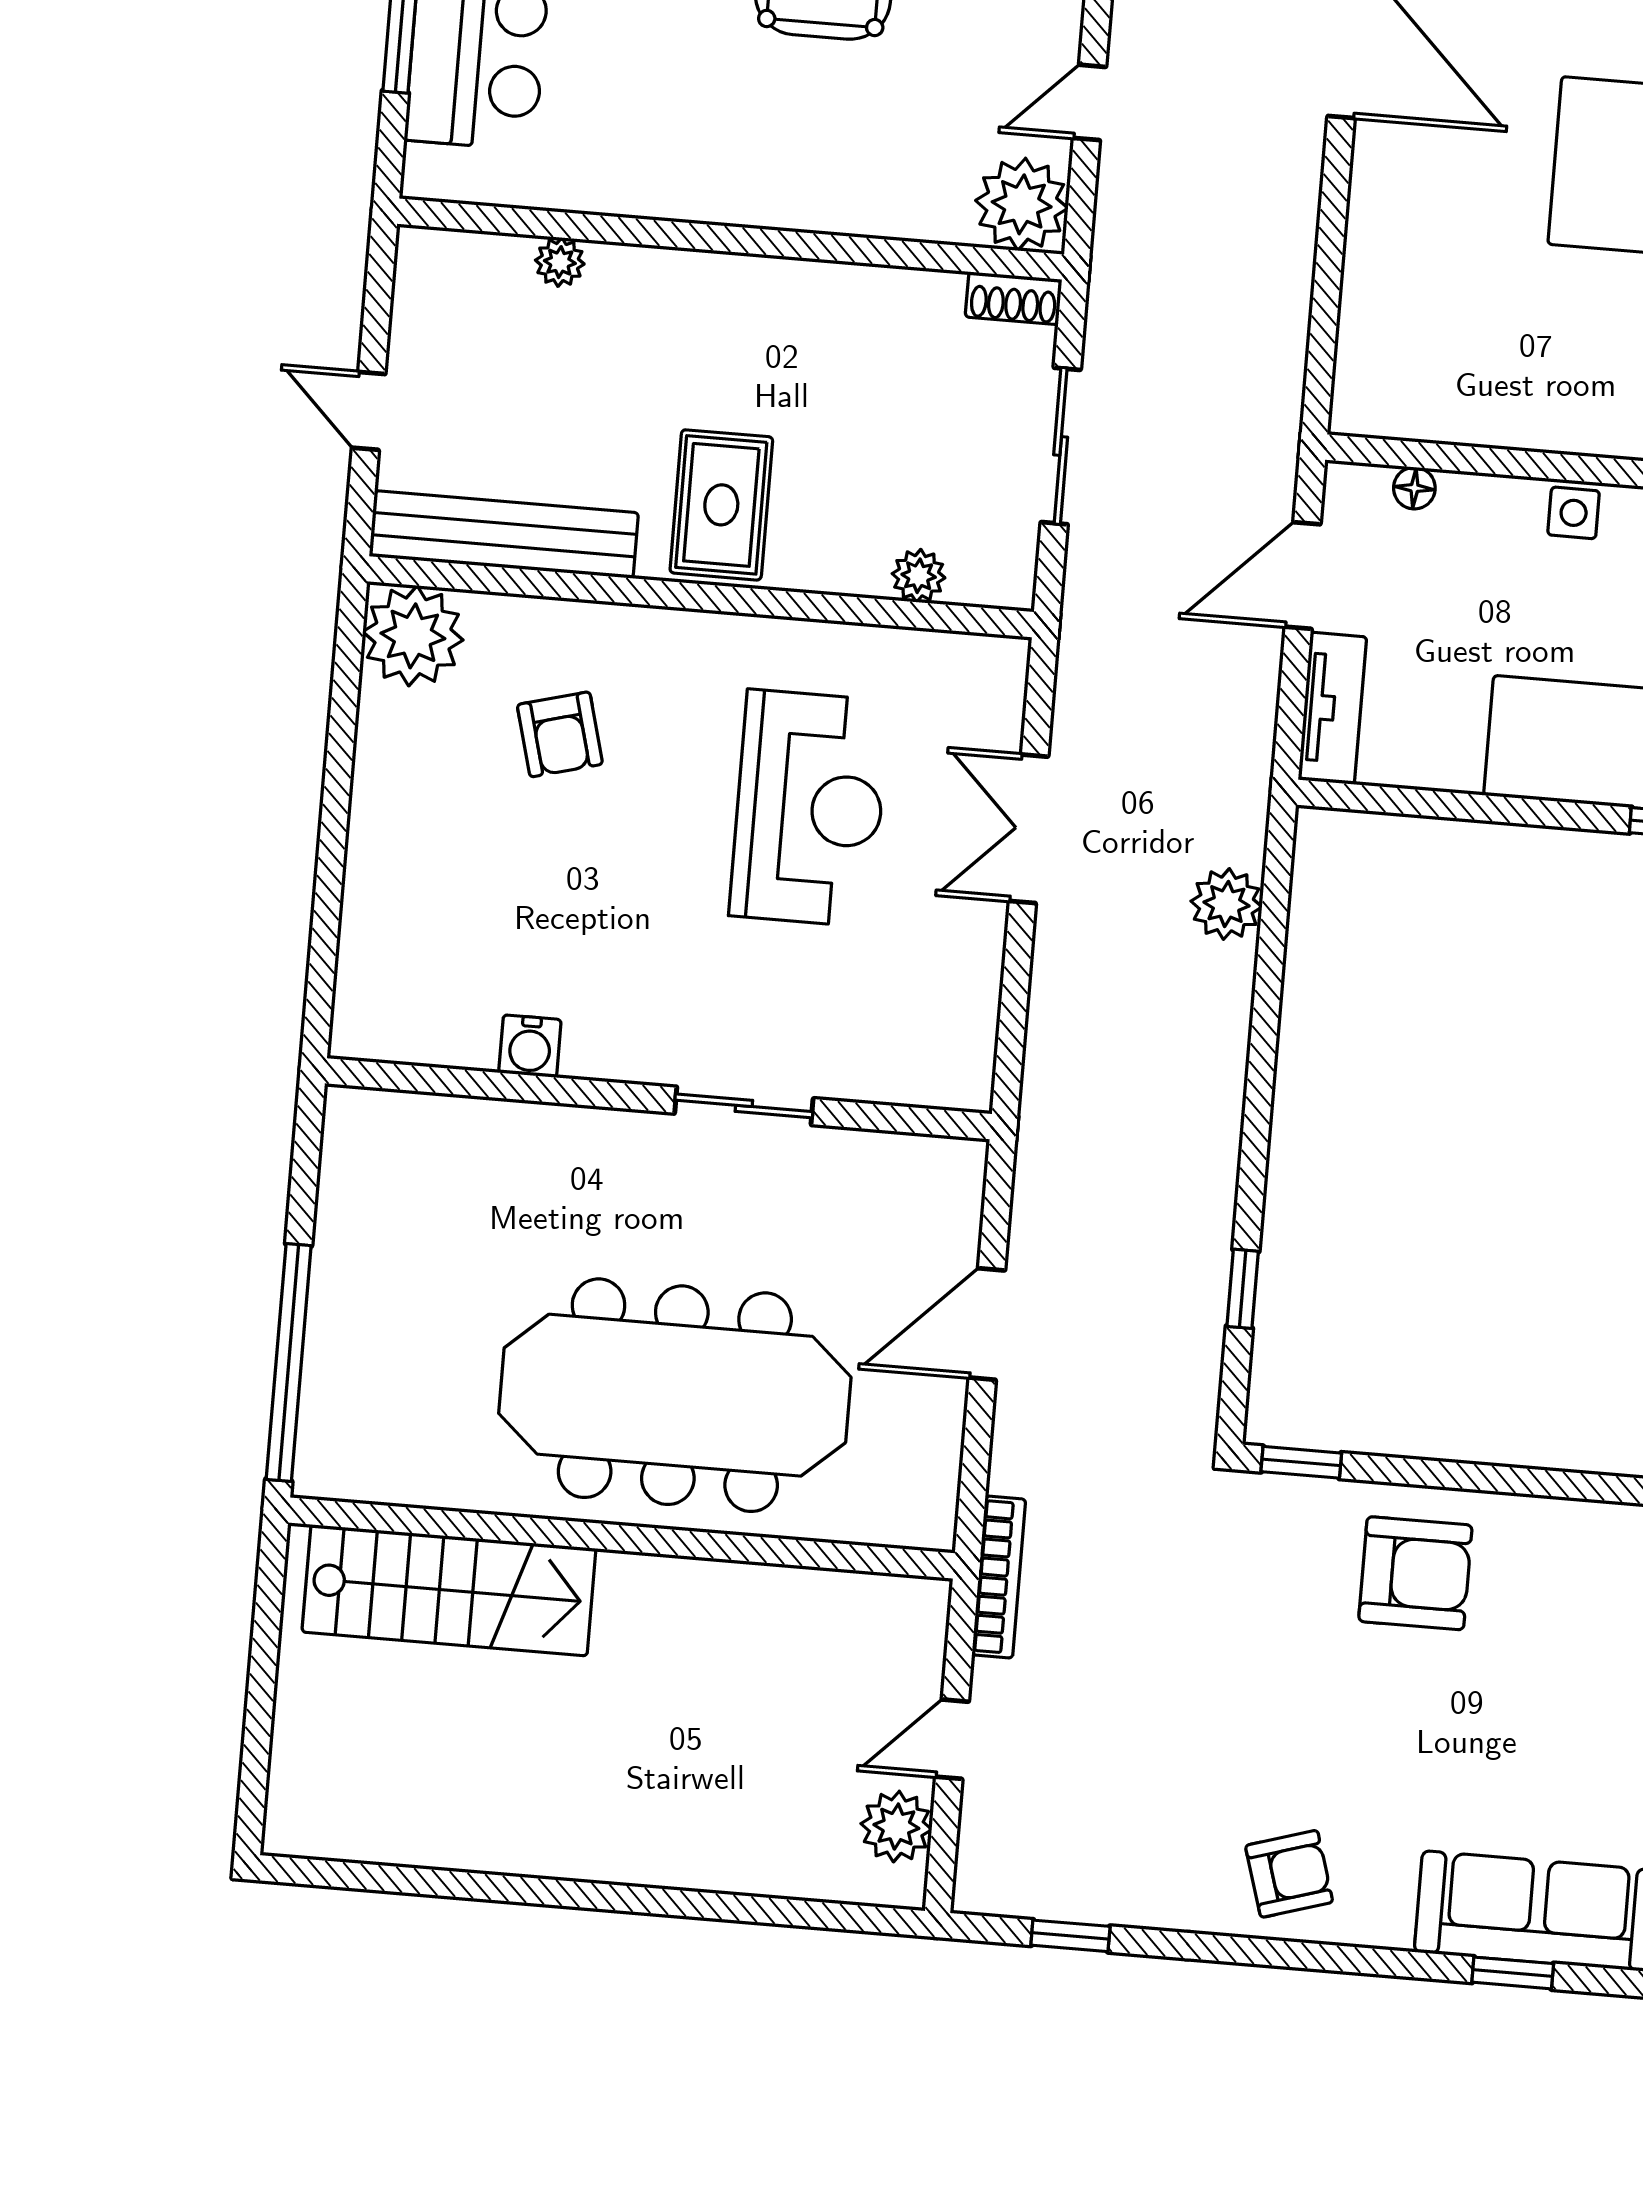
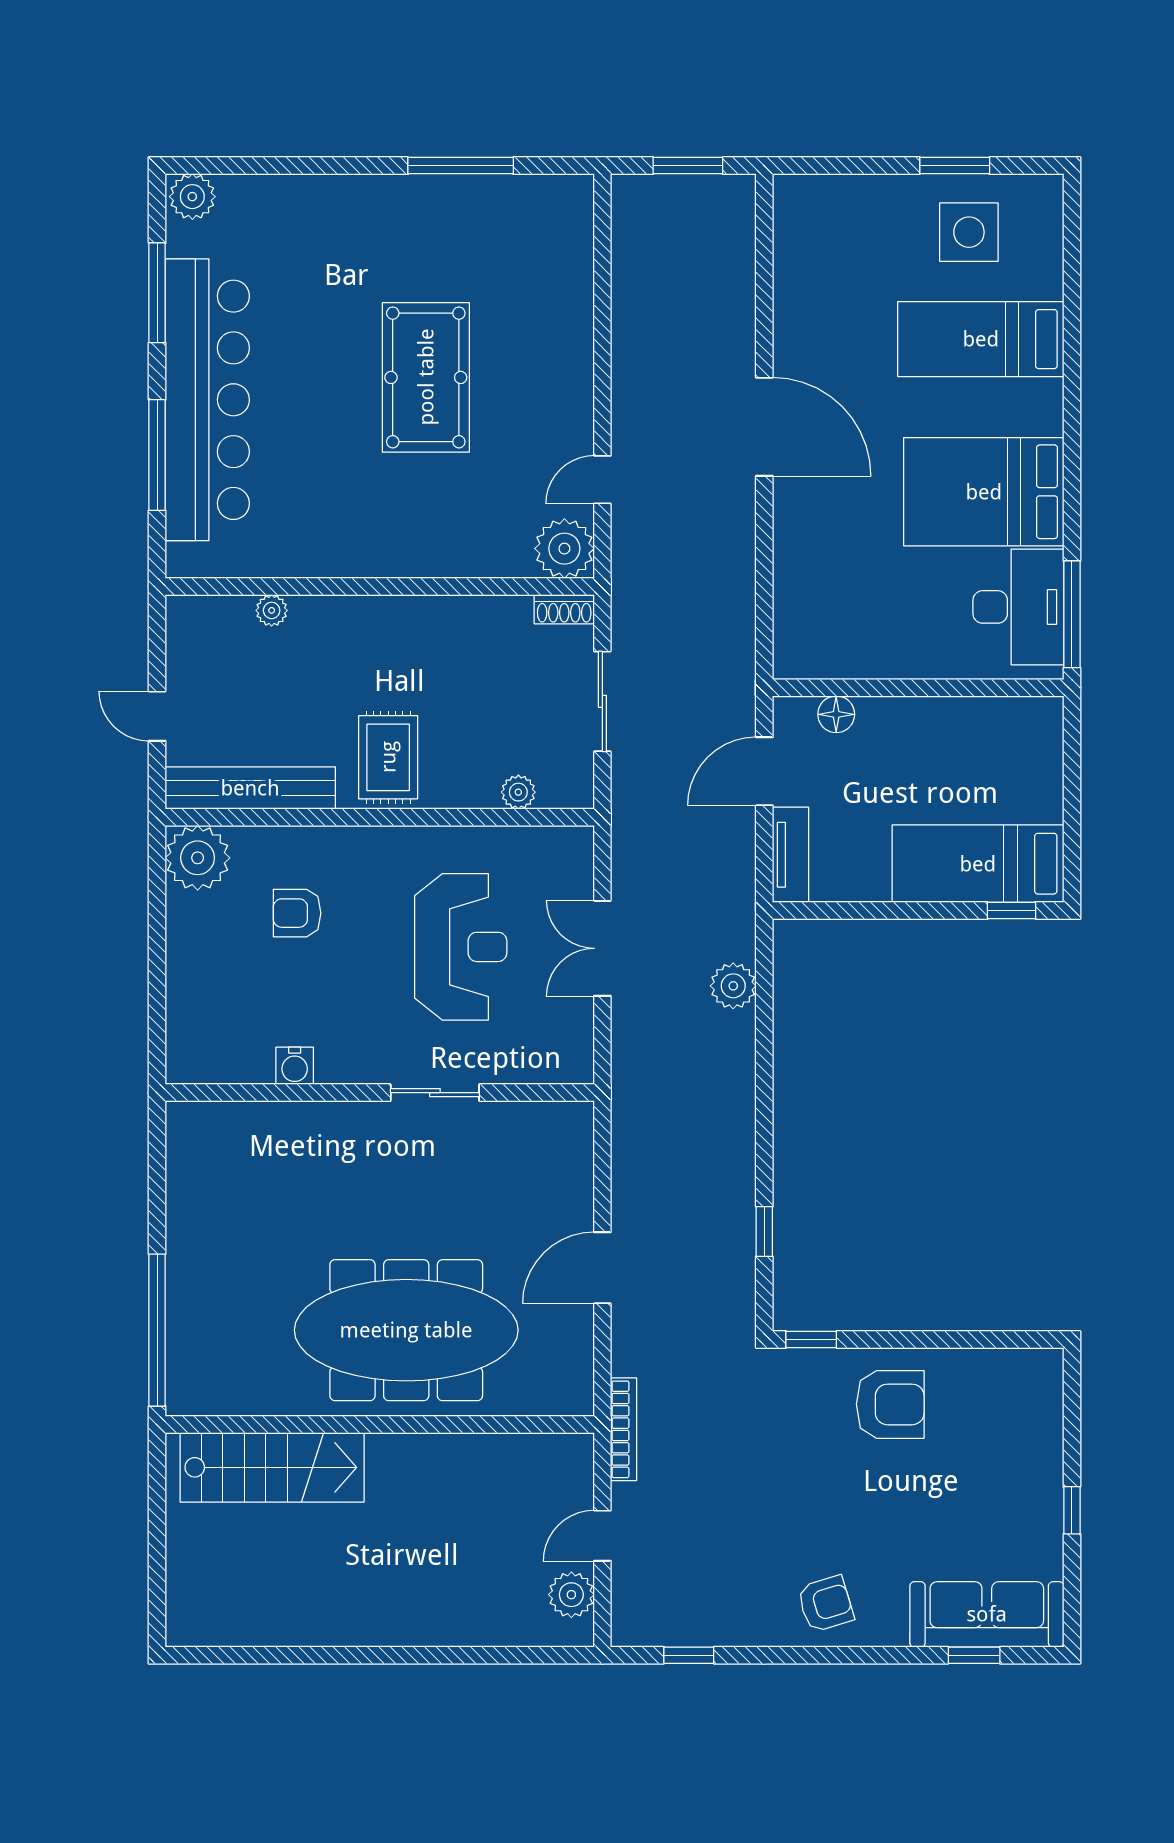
floor lamp: (1414, 488) -> (836, 714), width x1.37, depth x1.37
side table: (1574, 513) -> (935, 717), removed
armchair: (560, 734) -> (297, 913), turned 105
water cooler: (530, 1046) -> (295, 1066), moved
wall: (658, 1099) -> (380, 1093), moved
sliding door: (744, 1106) -> (435, 1093), moved

